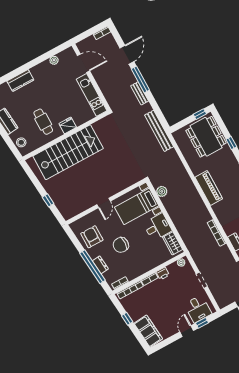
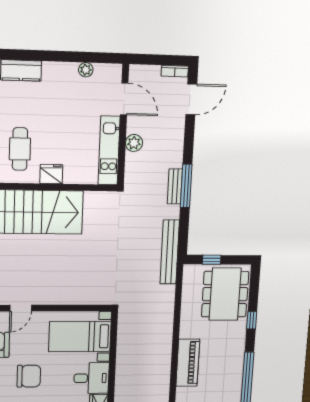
door: (127, 55) -> (191, 99), moved
window: (140, 79) -> (186, 186), moved
window: (200, 114) -> (212, 260), moved
plant: (162, 191) -> (134, 143), moved
door: (104, 203) -> (21, 308), moved
chair: (121, 245) -> (29, 376), turned 180

